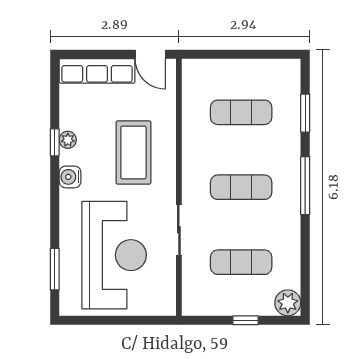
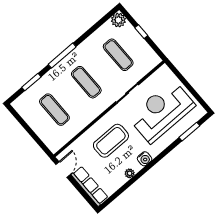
window: (55, 142) -> (135, 178), removed

